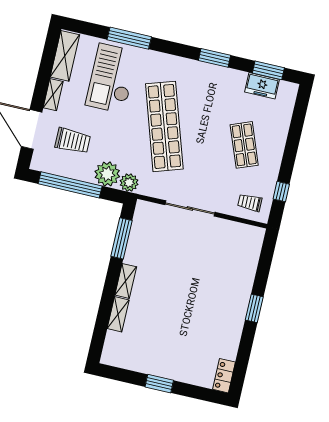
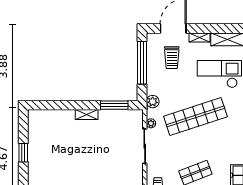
plant: (107, 174) -> (151, 123), moved, width x0.53, depth x0.53
shelving: (118, 314) -> (63, 115), removed

